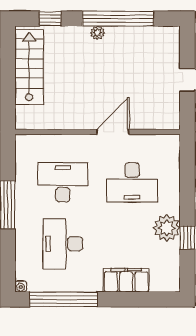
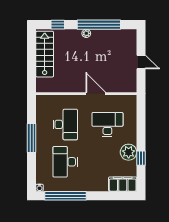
door: (113, 132) -> (96, 94), hinge flipped
desk: (63, 182) -> (65, 124), turned 90
desk: (132, 182) -> (107, 124), turned 180
filing cabinet: (126, 280) -> (123, 184), moved

